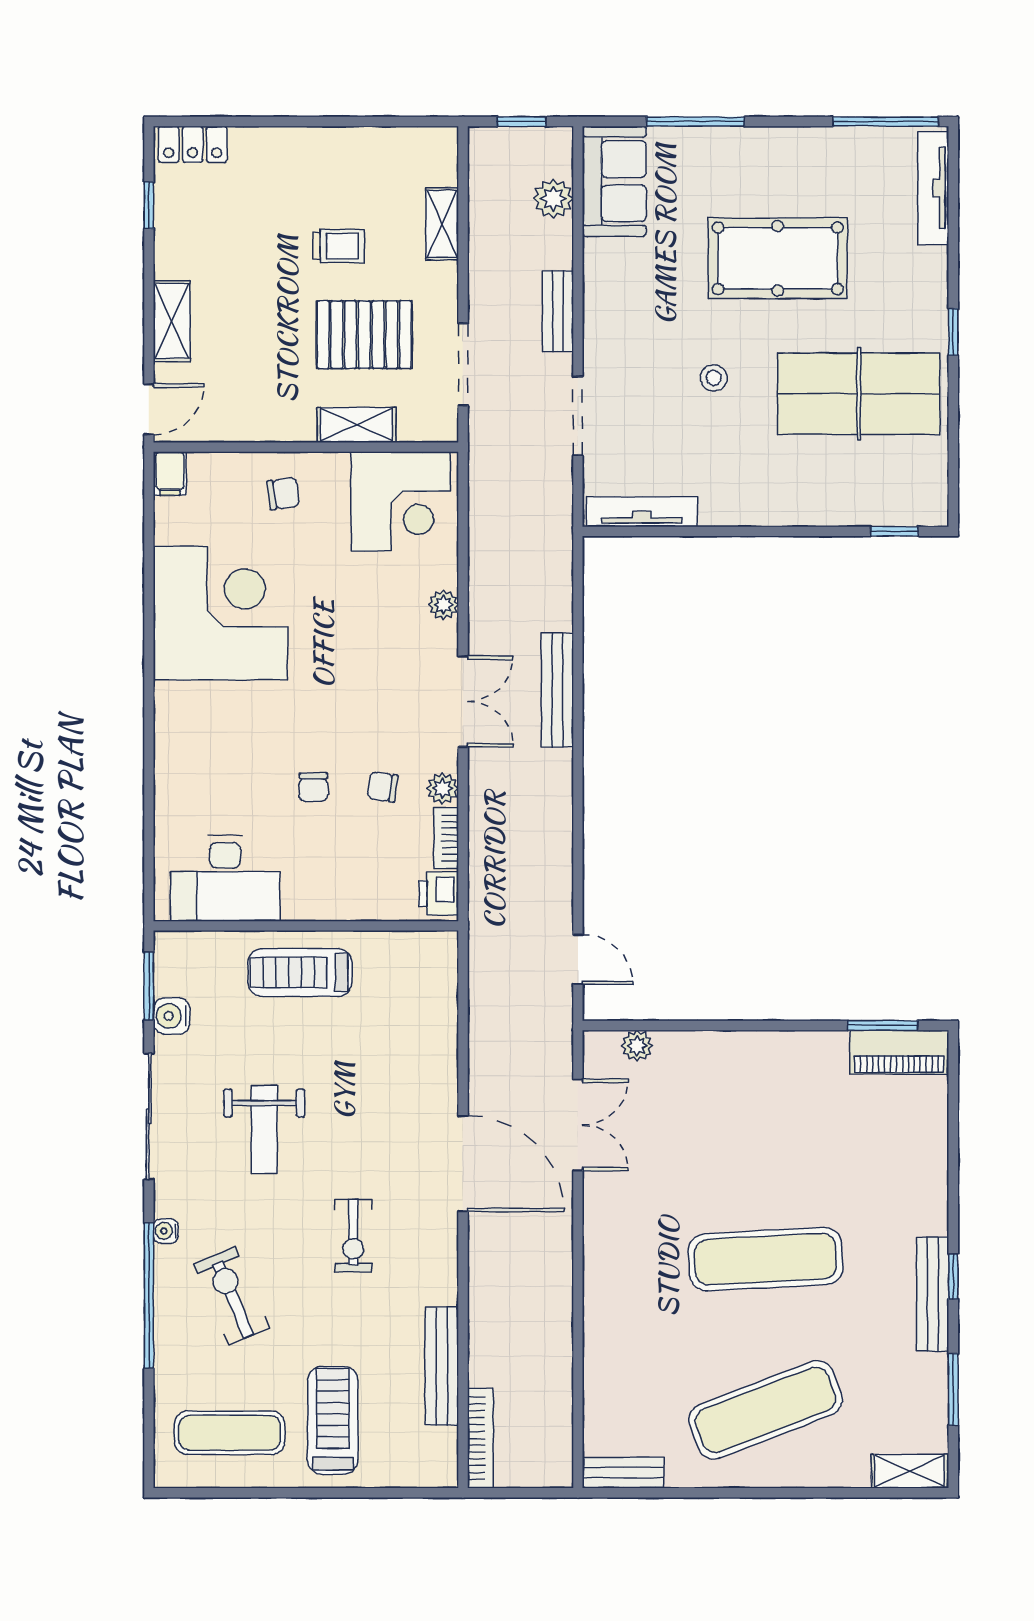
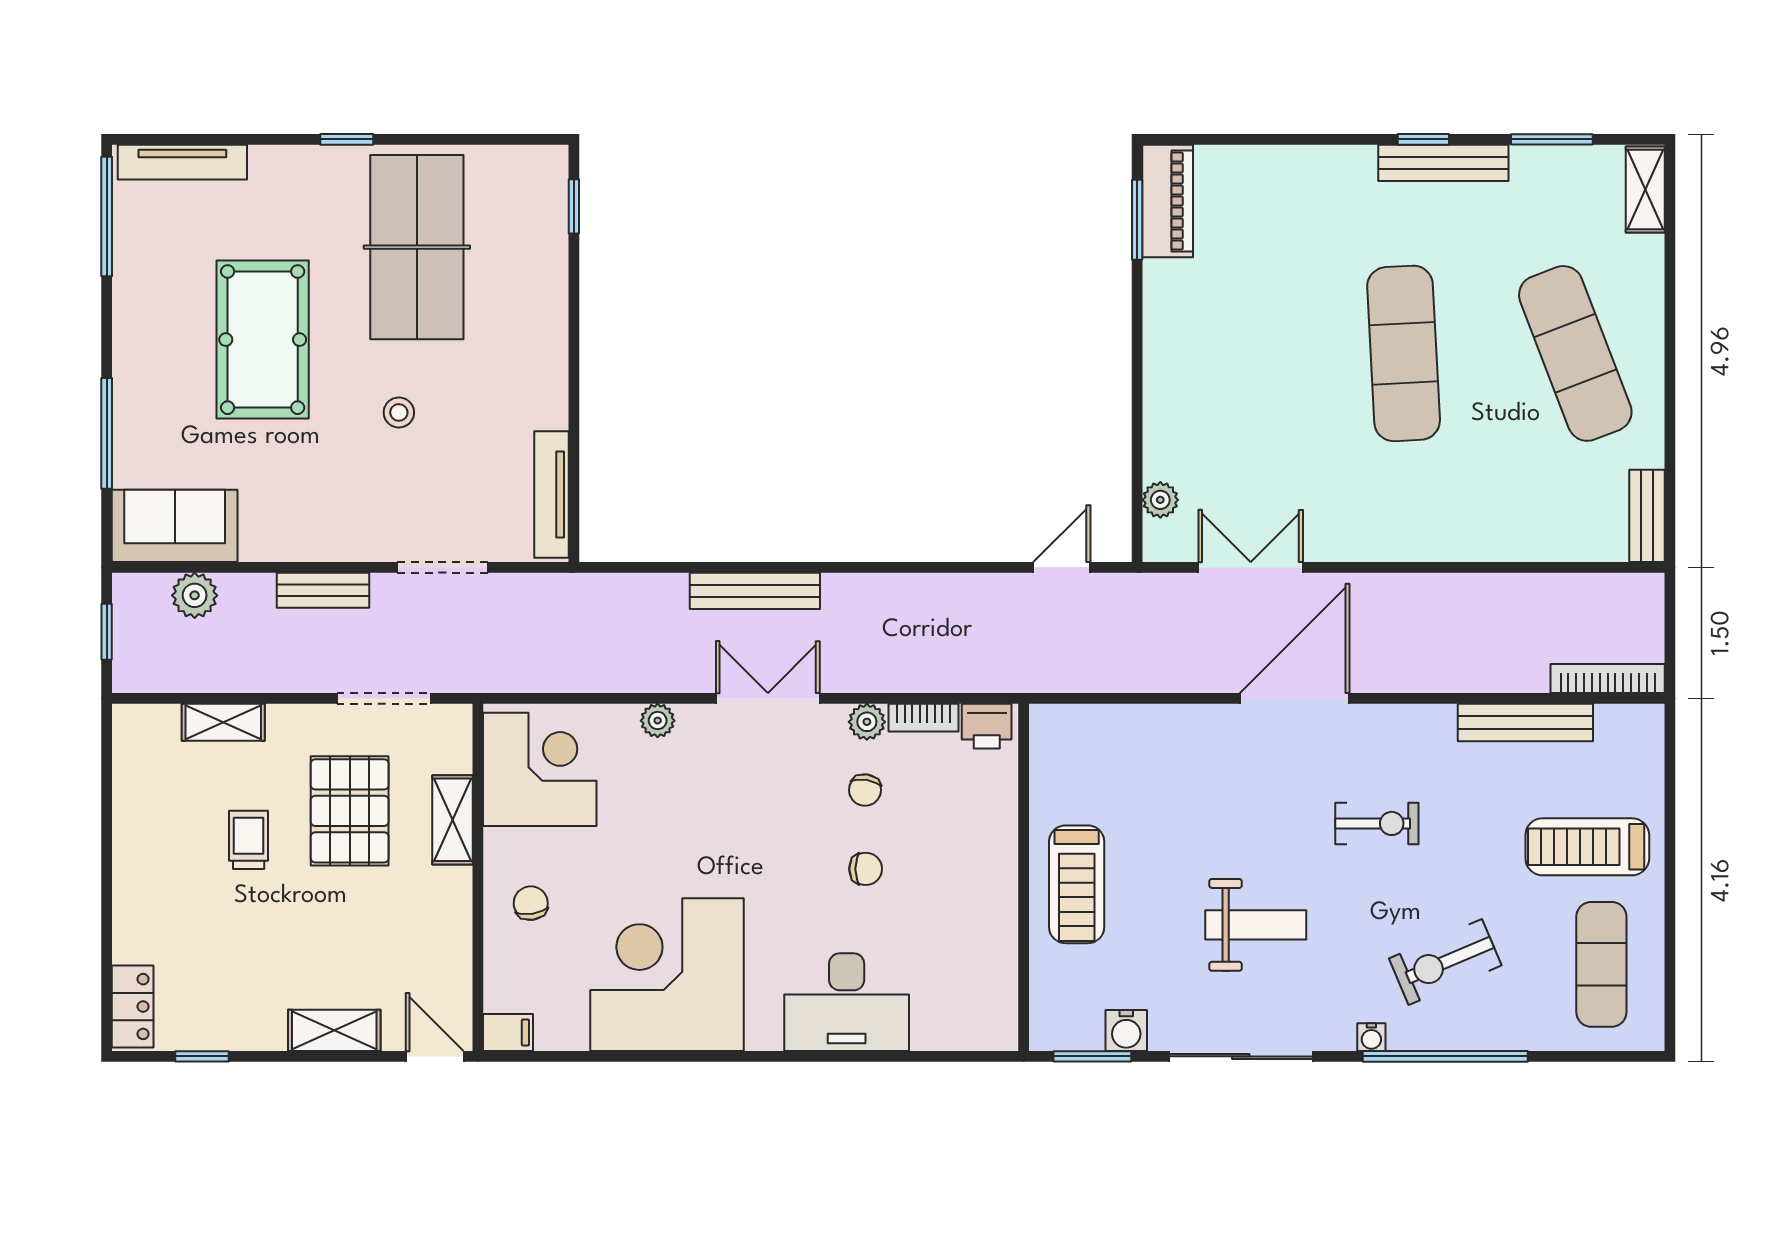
desk: (225, 878) -> (847, 1002), moved, turned 90

